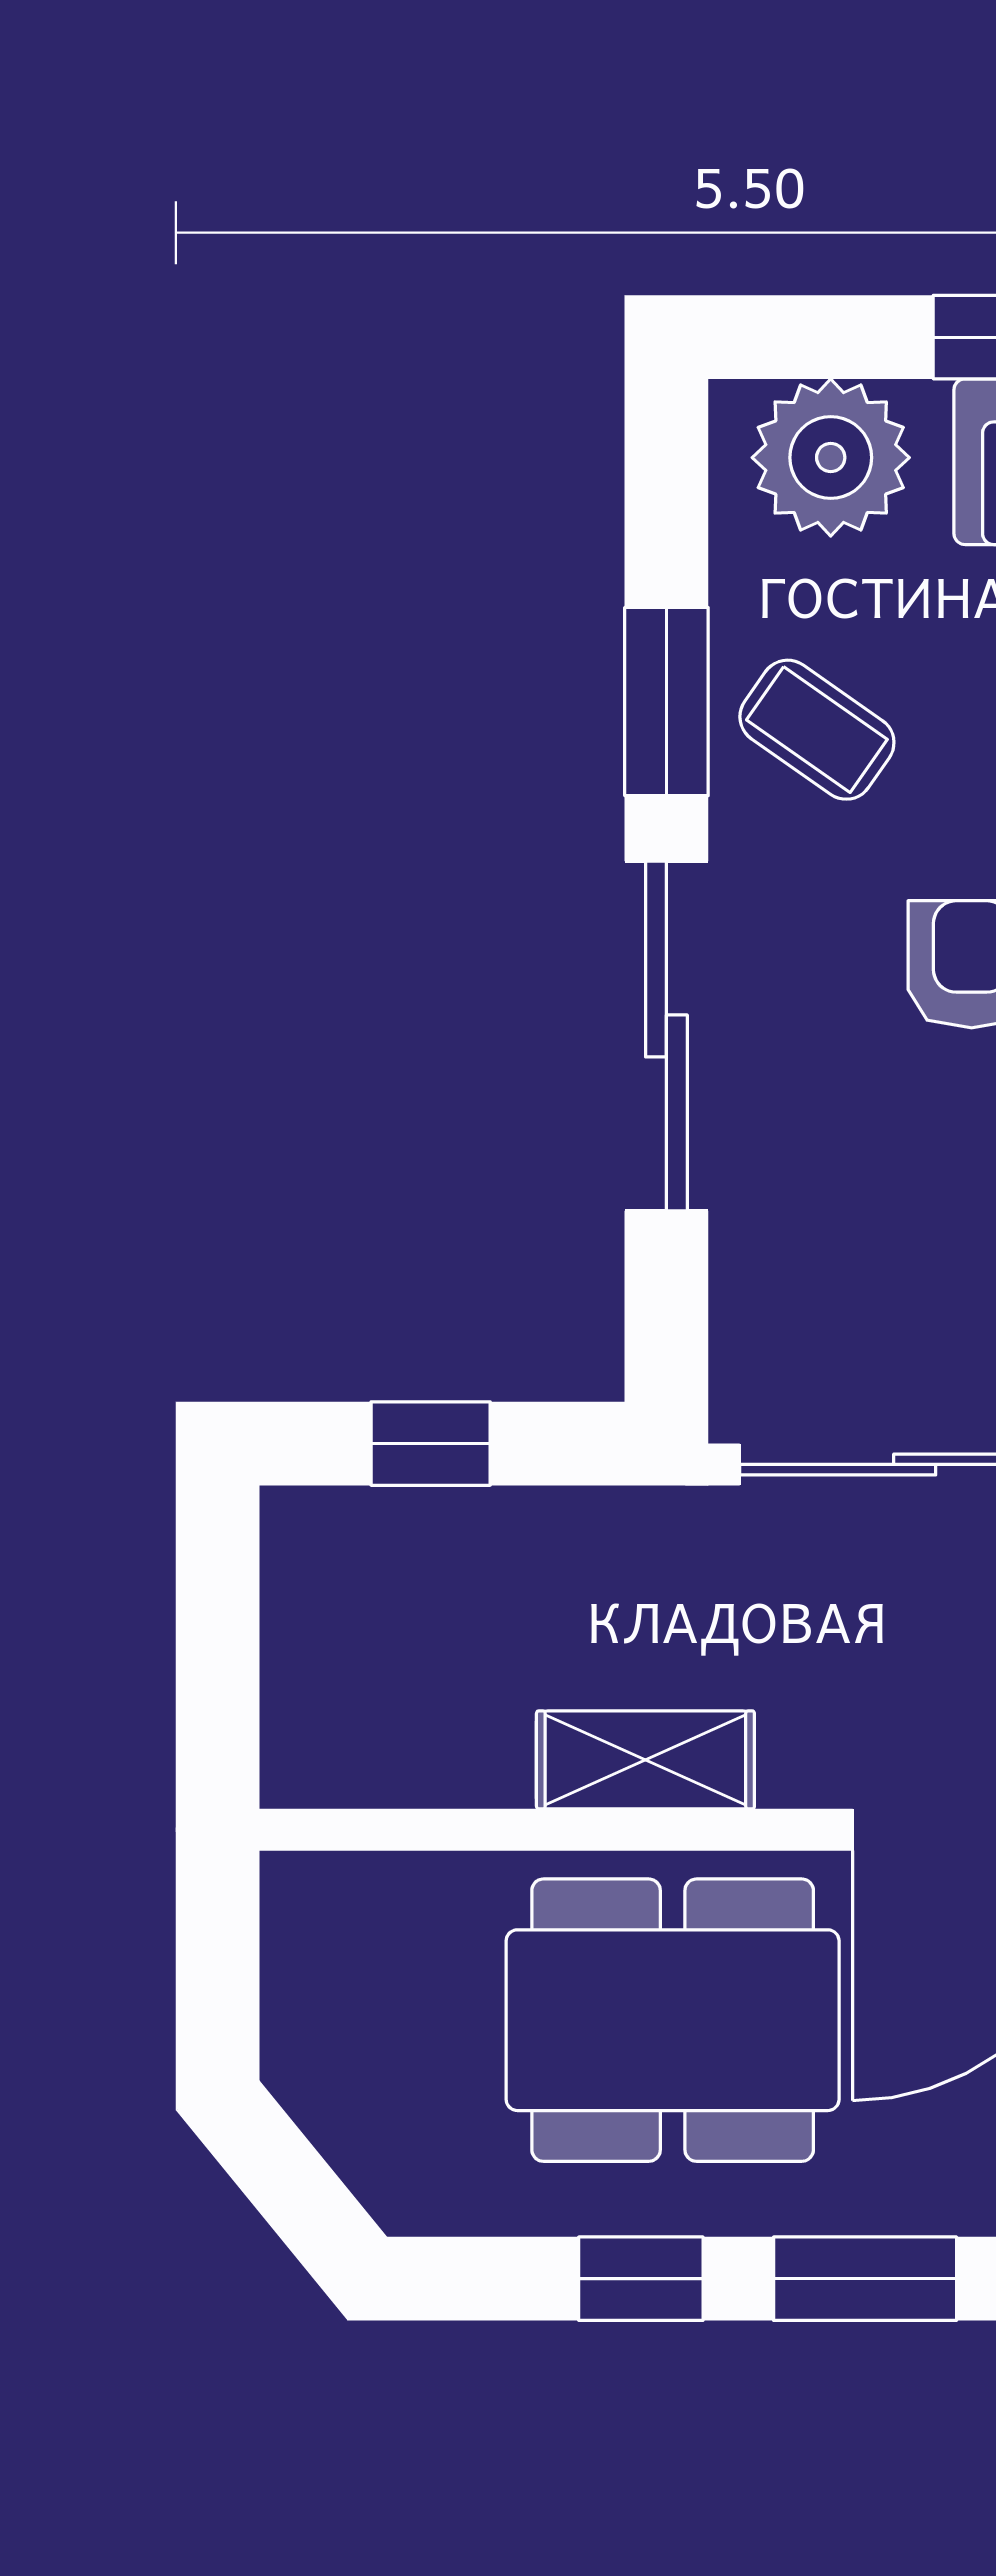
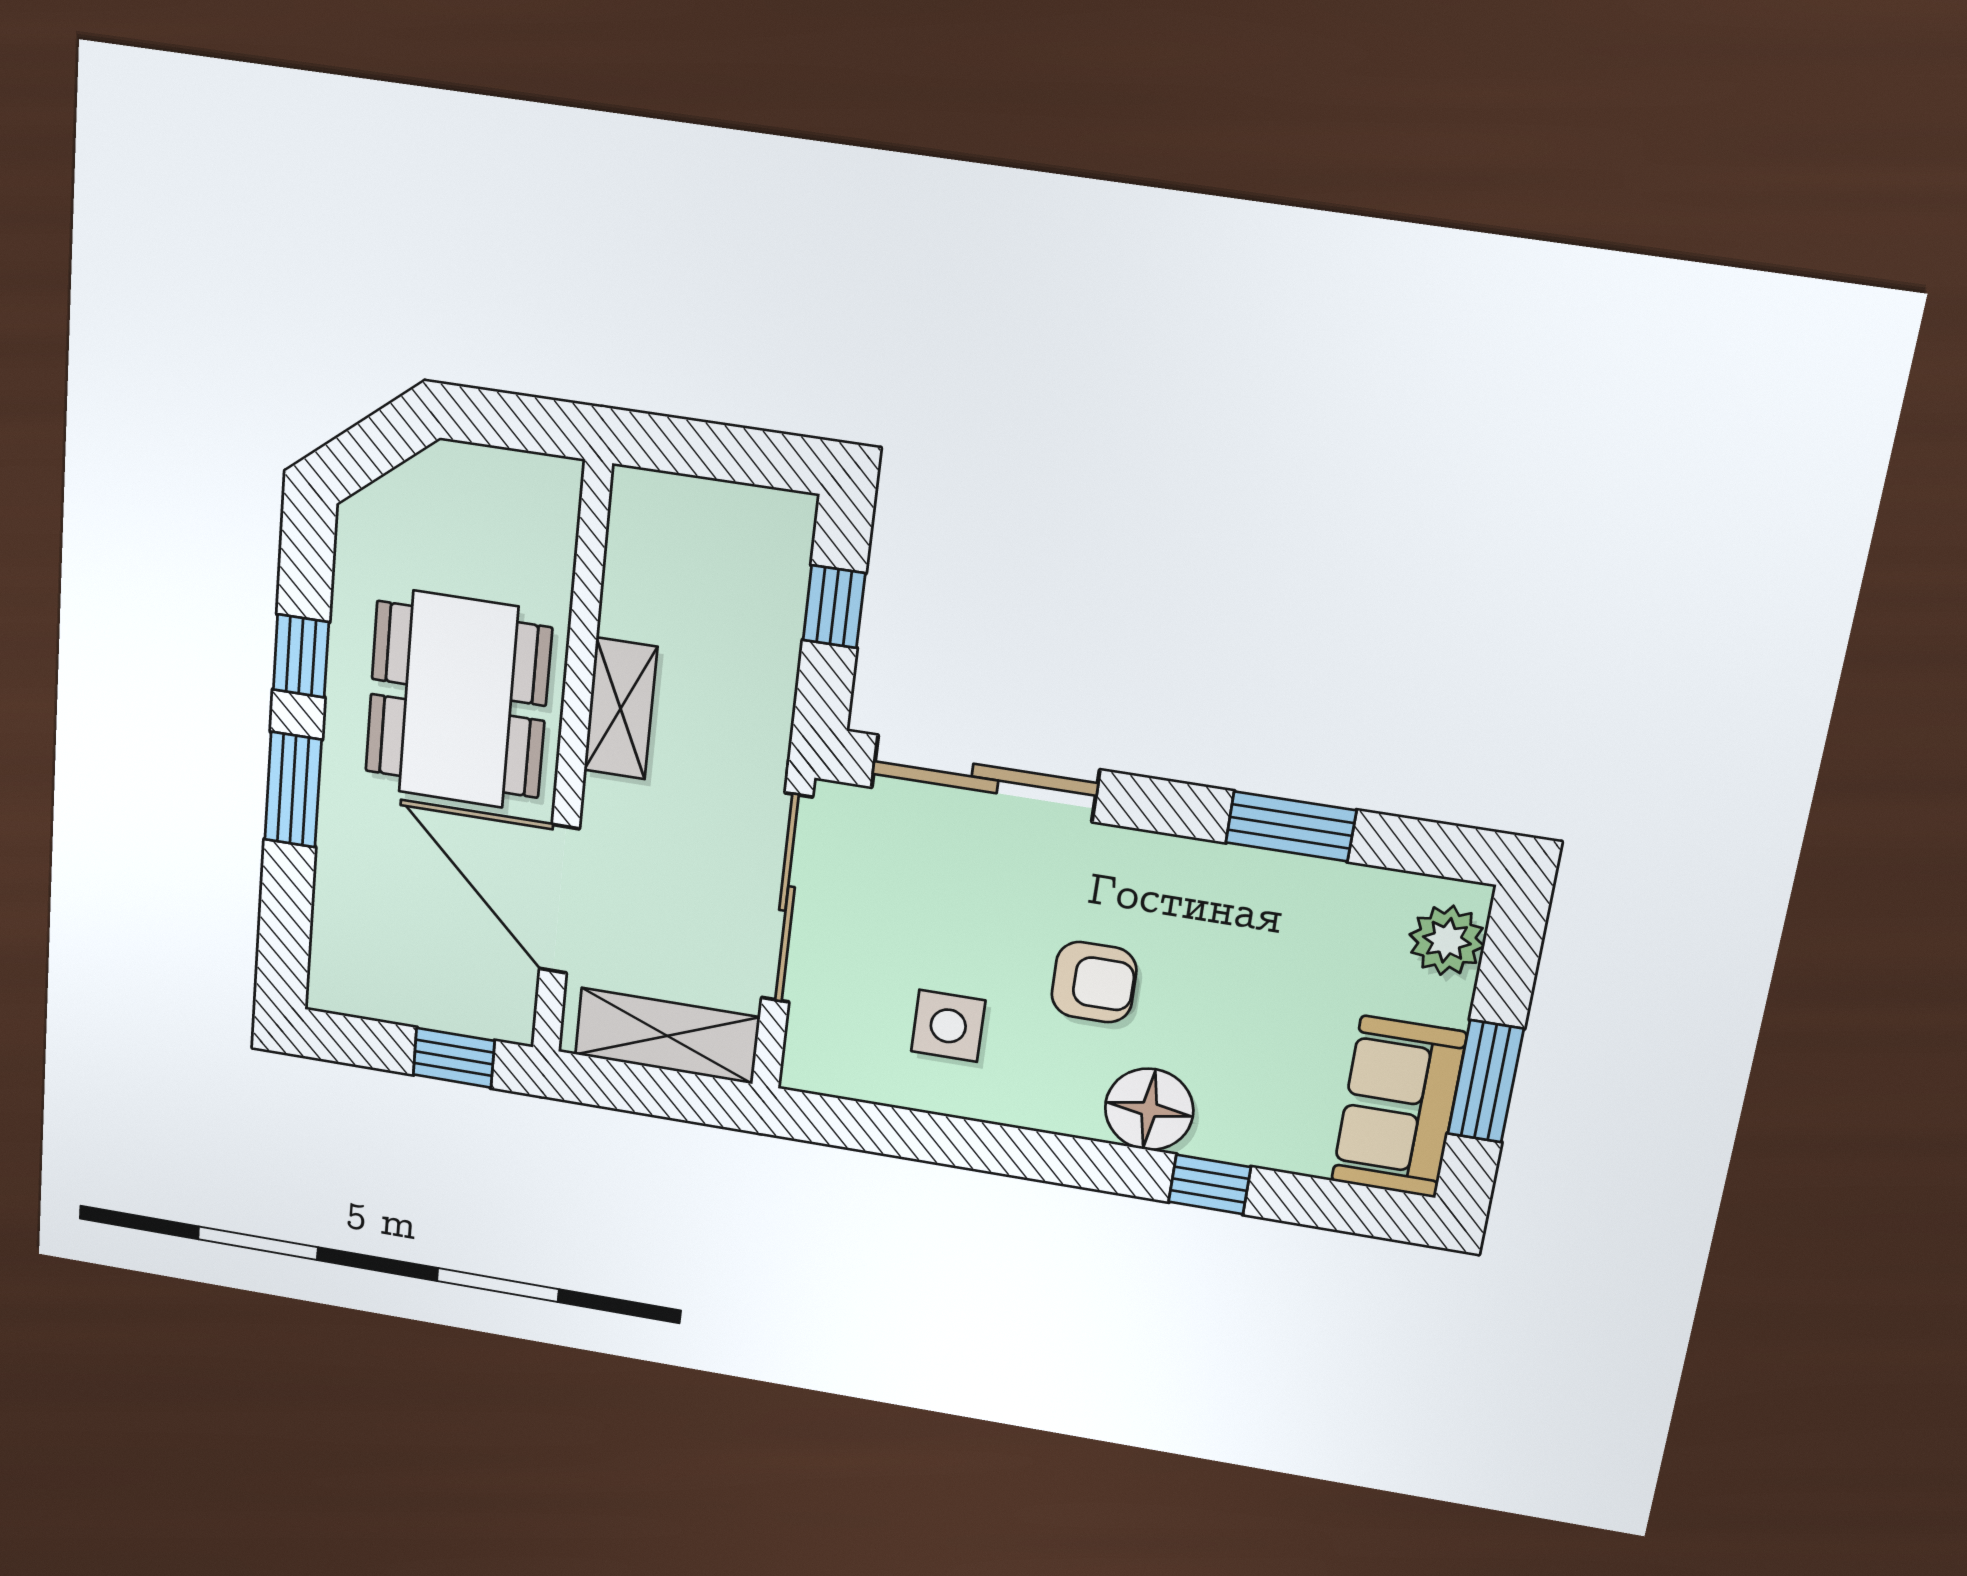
plant: (831, 458) -> (1447, 940), width x0.73, depth x0.73
coffee table: (817, 730) -> (1257, 915), removed
sliding door: (666, 1036) -> (985, 779), moved

